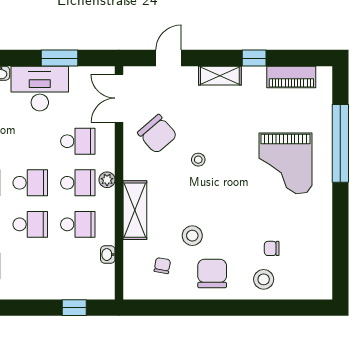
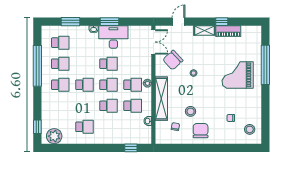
window: (59, 58) -> (110, 22), moved
piano: (291, 77) -> (228, 31), moved
double door: (119, 98) -> (153, 42), swing flipped
chair: (157, 134) -> (173, 60), turned 88
school desk: (78, 141) -> (109, 64), moved
grand piano: (286, 163) -> (238, 75), turned 90
shelving: (135, 210) -> (161, 99), width x1.47
stool: (264, 279) -> (250, 129), moved

